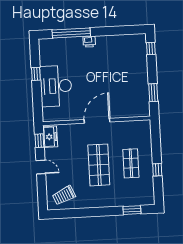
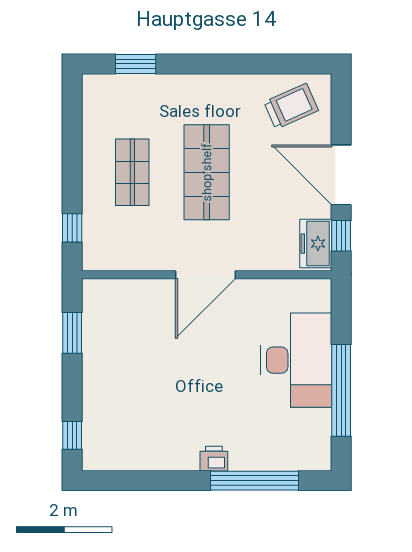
window: (36, 74) -> (341, 390), width x3.17
door: (41, 167) -> (341, 175), width x1.87
window: (157, 170) -> (72, 228), moved

